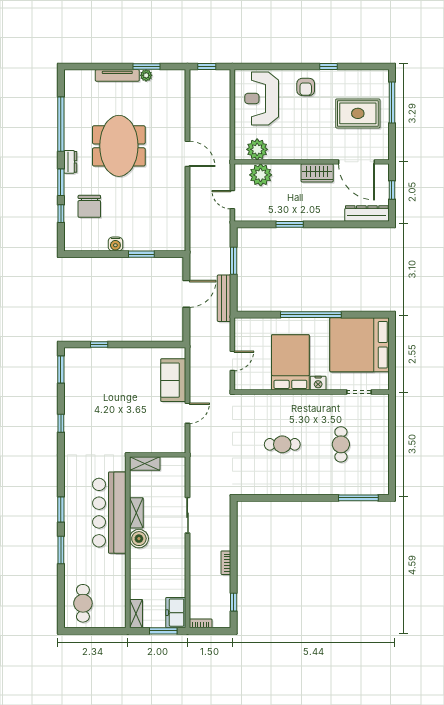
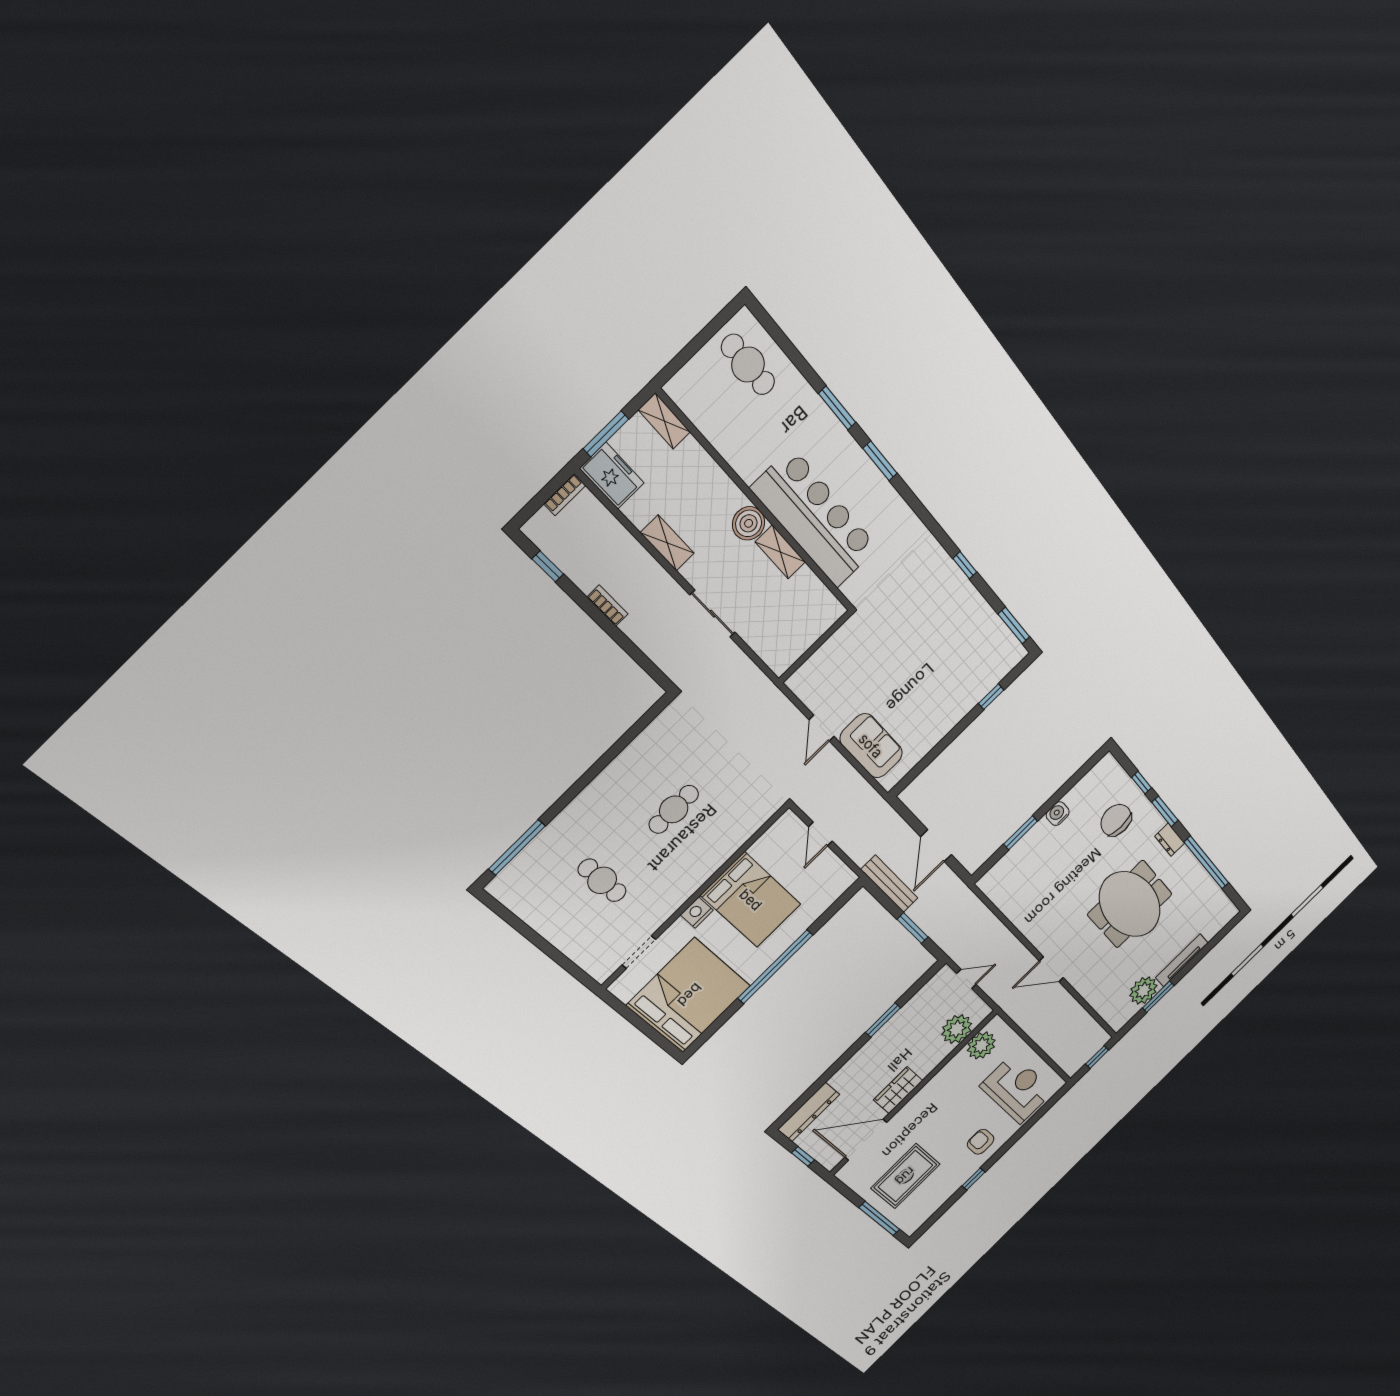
plant: (146, 75) -> (1143, 991), width x1.88, depth x1.88
shelving: (145, 463) -> (667, 543), moved, turned 90

